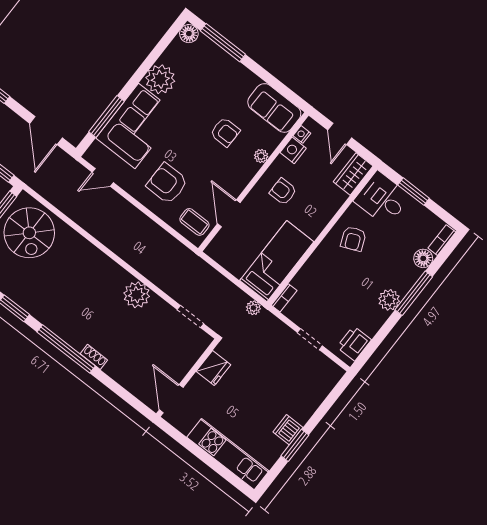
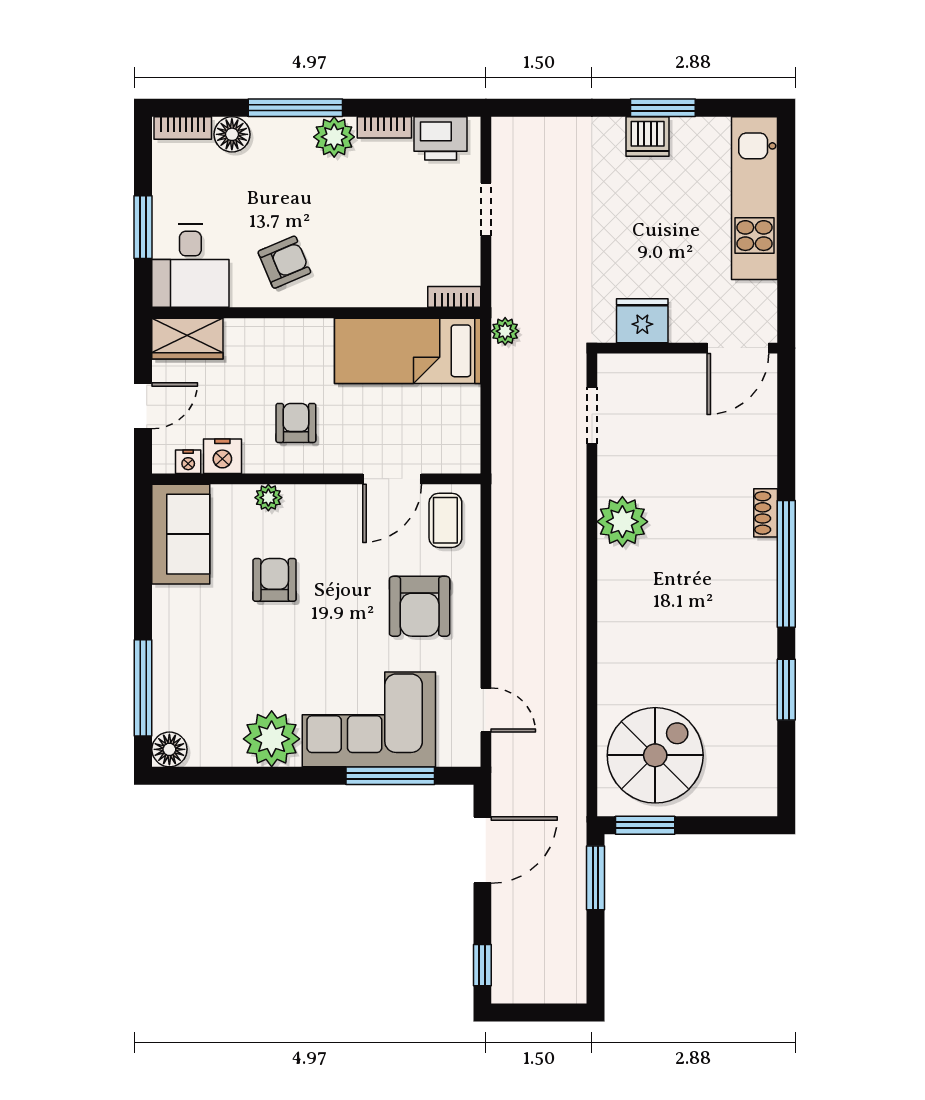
armchair: (283, 192) -> (296, 423), turned 180
bookcase: (377, 324) -> (384, 127), added

